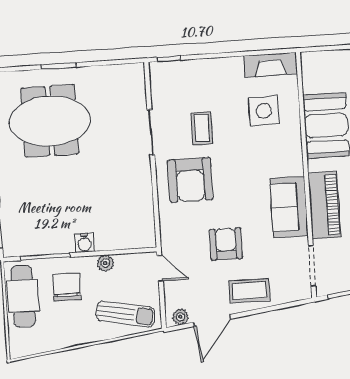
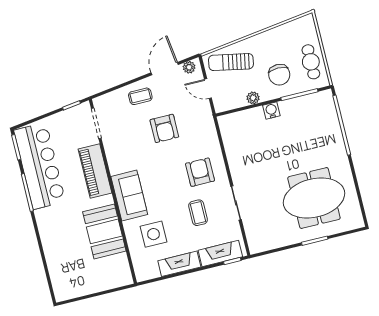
fireplace: (270, 65) -> (179, 264), moved
fireplace: (182, 71) -> (220, 253), added
armchair: (190, 180) -> (200, 172), width x0.73, depth x0.73
sofa: (289, 207) -> (129, 195), moved
door: (160, 268) -> (208, 89), moved
coffee table: (250, 291) -> (140, 96), width x0.73, depth x0.77
cafe table: (23, 296) -> (311, 62), width x0.73, depth x0.74

